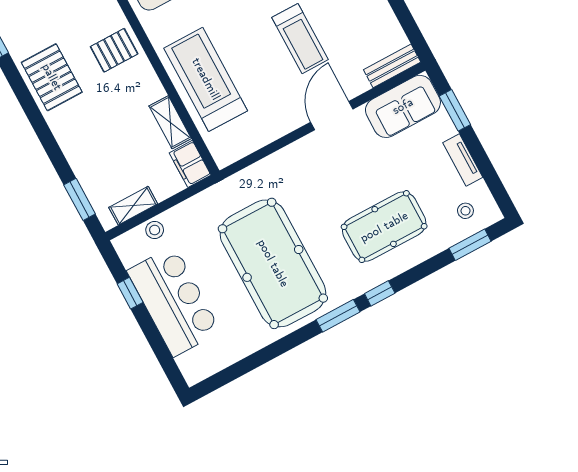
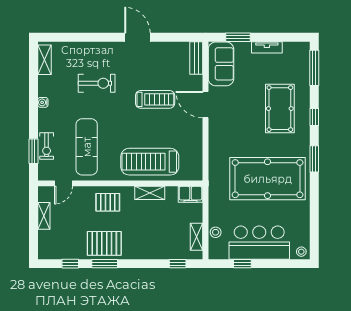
pallet: (114, 50) -> (108, 202), turned 90
window: (23, 94) -> (105, 264), added
shelving: (170, 122) -> (150, 193), moved
window: (80, 199) -> (178, 264), width x0.67
stool: (465, 211) -> (301, 252), moved
window: (470, 245) -> (314, 68), width x1.44
window: (380, 293) -> (314, 117), moved

